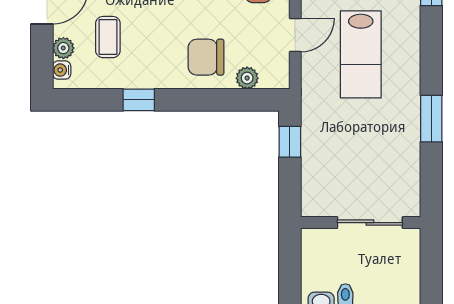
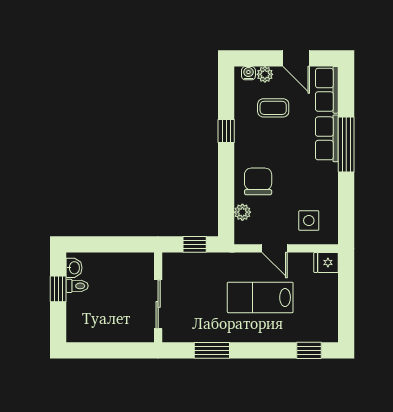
wall: (361, 223) -> (158, 297), moved
sliding door: (370, 223) -> (158, 304), moved

